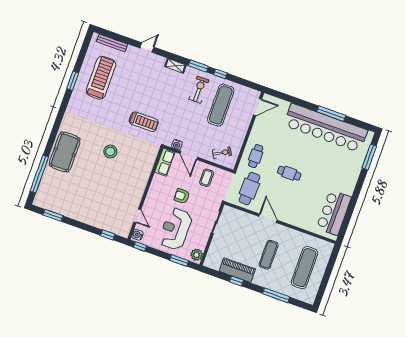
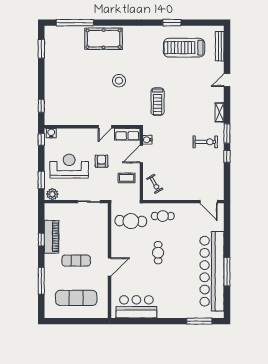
door: (147, 48) -> (227, 80), swing flipped
treadmill: (101, 78) -> (184, 48), turned 180
exercise mat: (221, 105) -> (198, 167), removed
door: (137, 216) -> (105, 127), moved
door: (268, 218) -> (110, 267), moved

